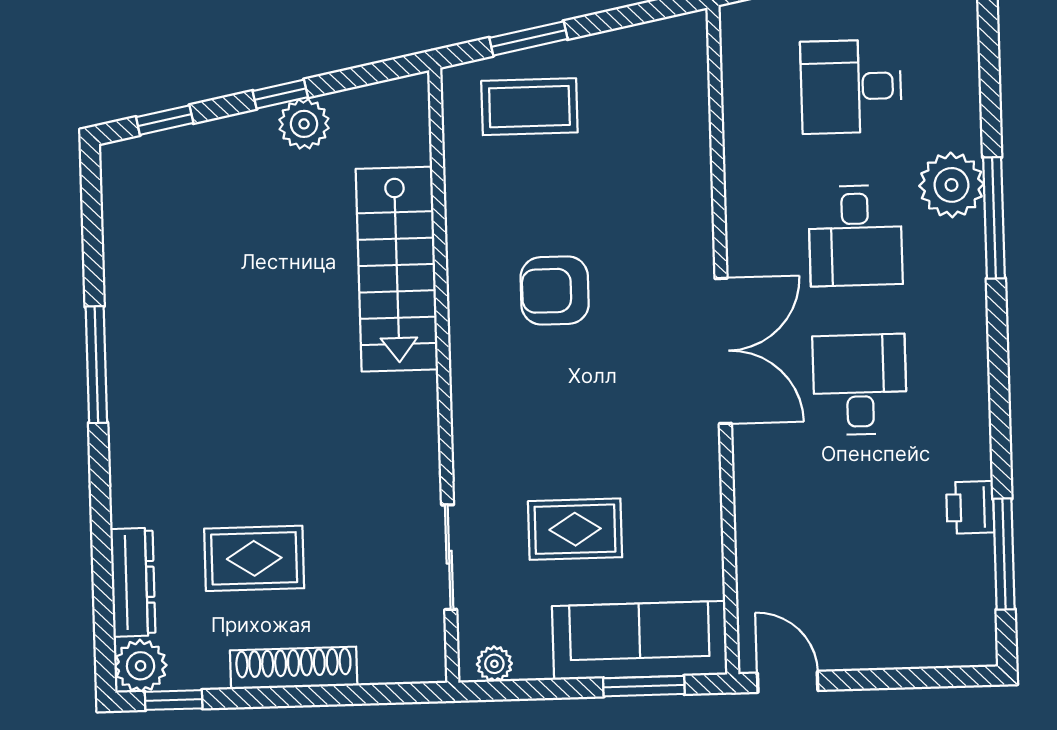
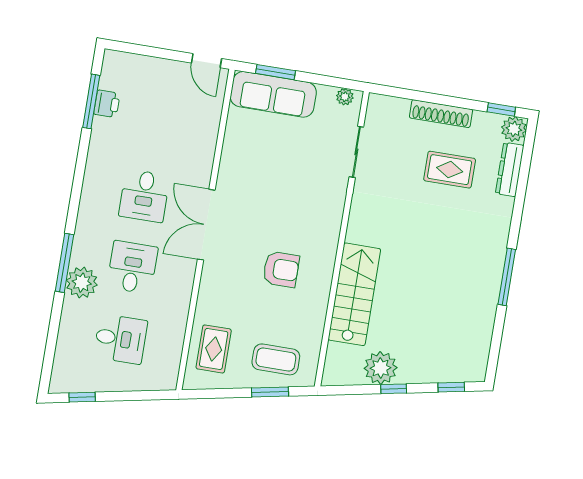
plant: (304, 124) -> (381, 368), width x1.36, depth x1.36
printer: (970, 507) -> (107, 104), moved
rug: (575, 529) -> (214, 349), moved, turned 90

